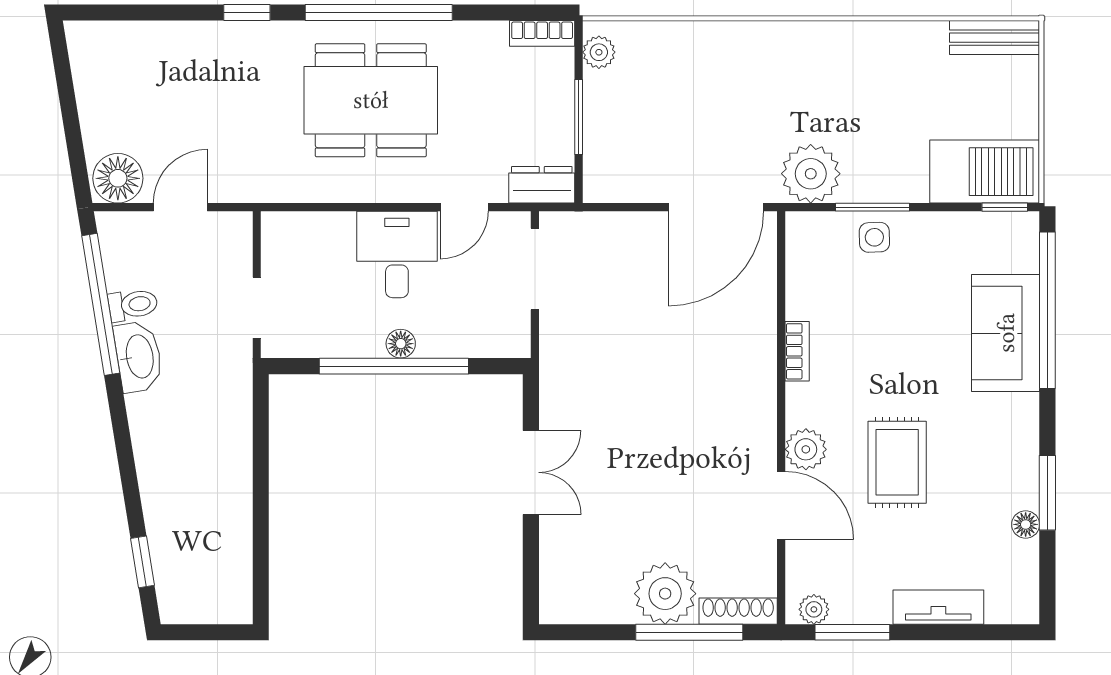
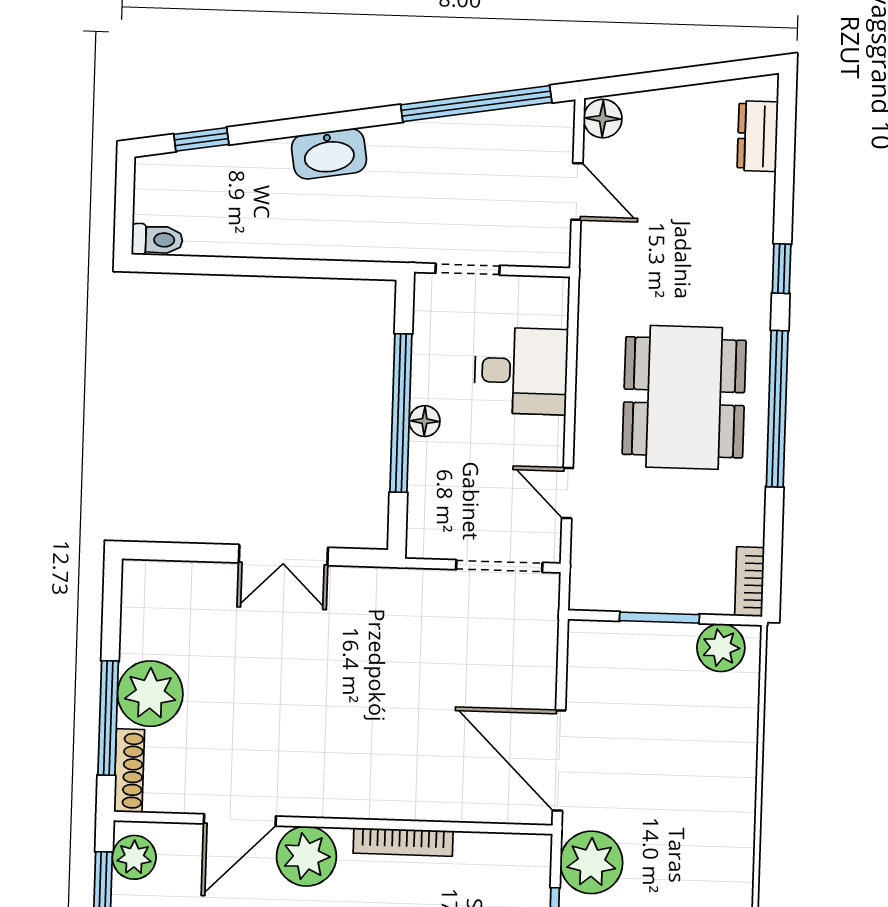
plant: (599, 52) -> (721, 648), width x1.38, depth x1.38
floor lamp: (118, 178) -> (603, 119), width x0.73, depth x0.73
dresser: (542, 185) -> (758, 136), moved, turned 180
desk: (397, 254) -> (521, 371), moved
toilet: (133, 305) -> (157, 240), moved, turned -81
bookcase: (797, 351) -> (403, 842), width x1.56
washbasin: (138, 357) -> (329, 154), moved
plant: (806, 449) -> (306, 856), width x1.36, depth x1.36
plant: (814, 609) -> (134, 857), width x1.38, depth x1.38

